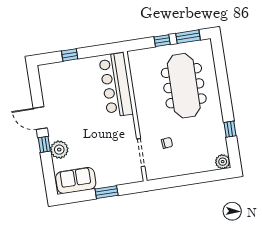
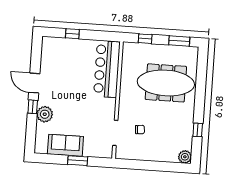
window: (162, 41) -> (145, 39), moved
meeting table: (184, 86) -> (166, 83), turned 90
sofa: (76, 180) -> (65, 145), moved

